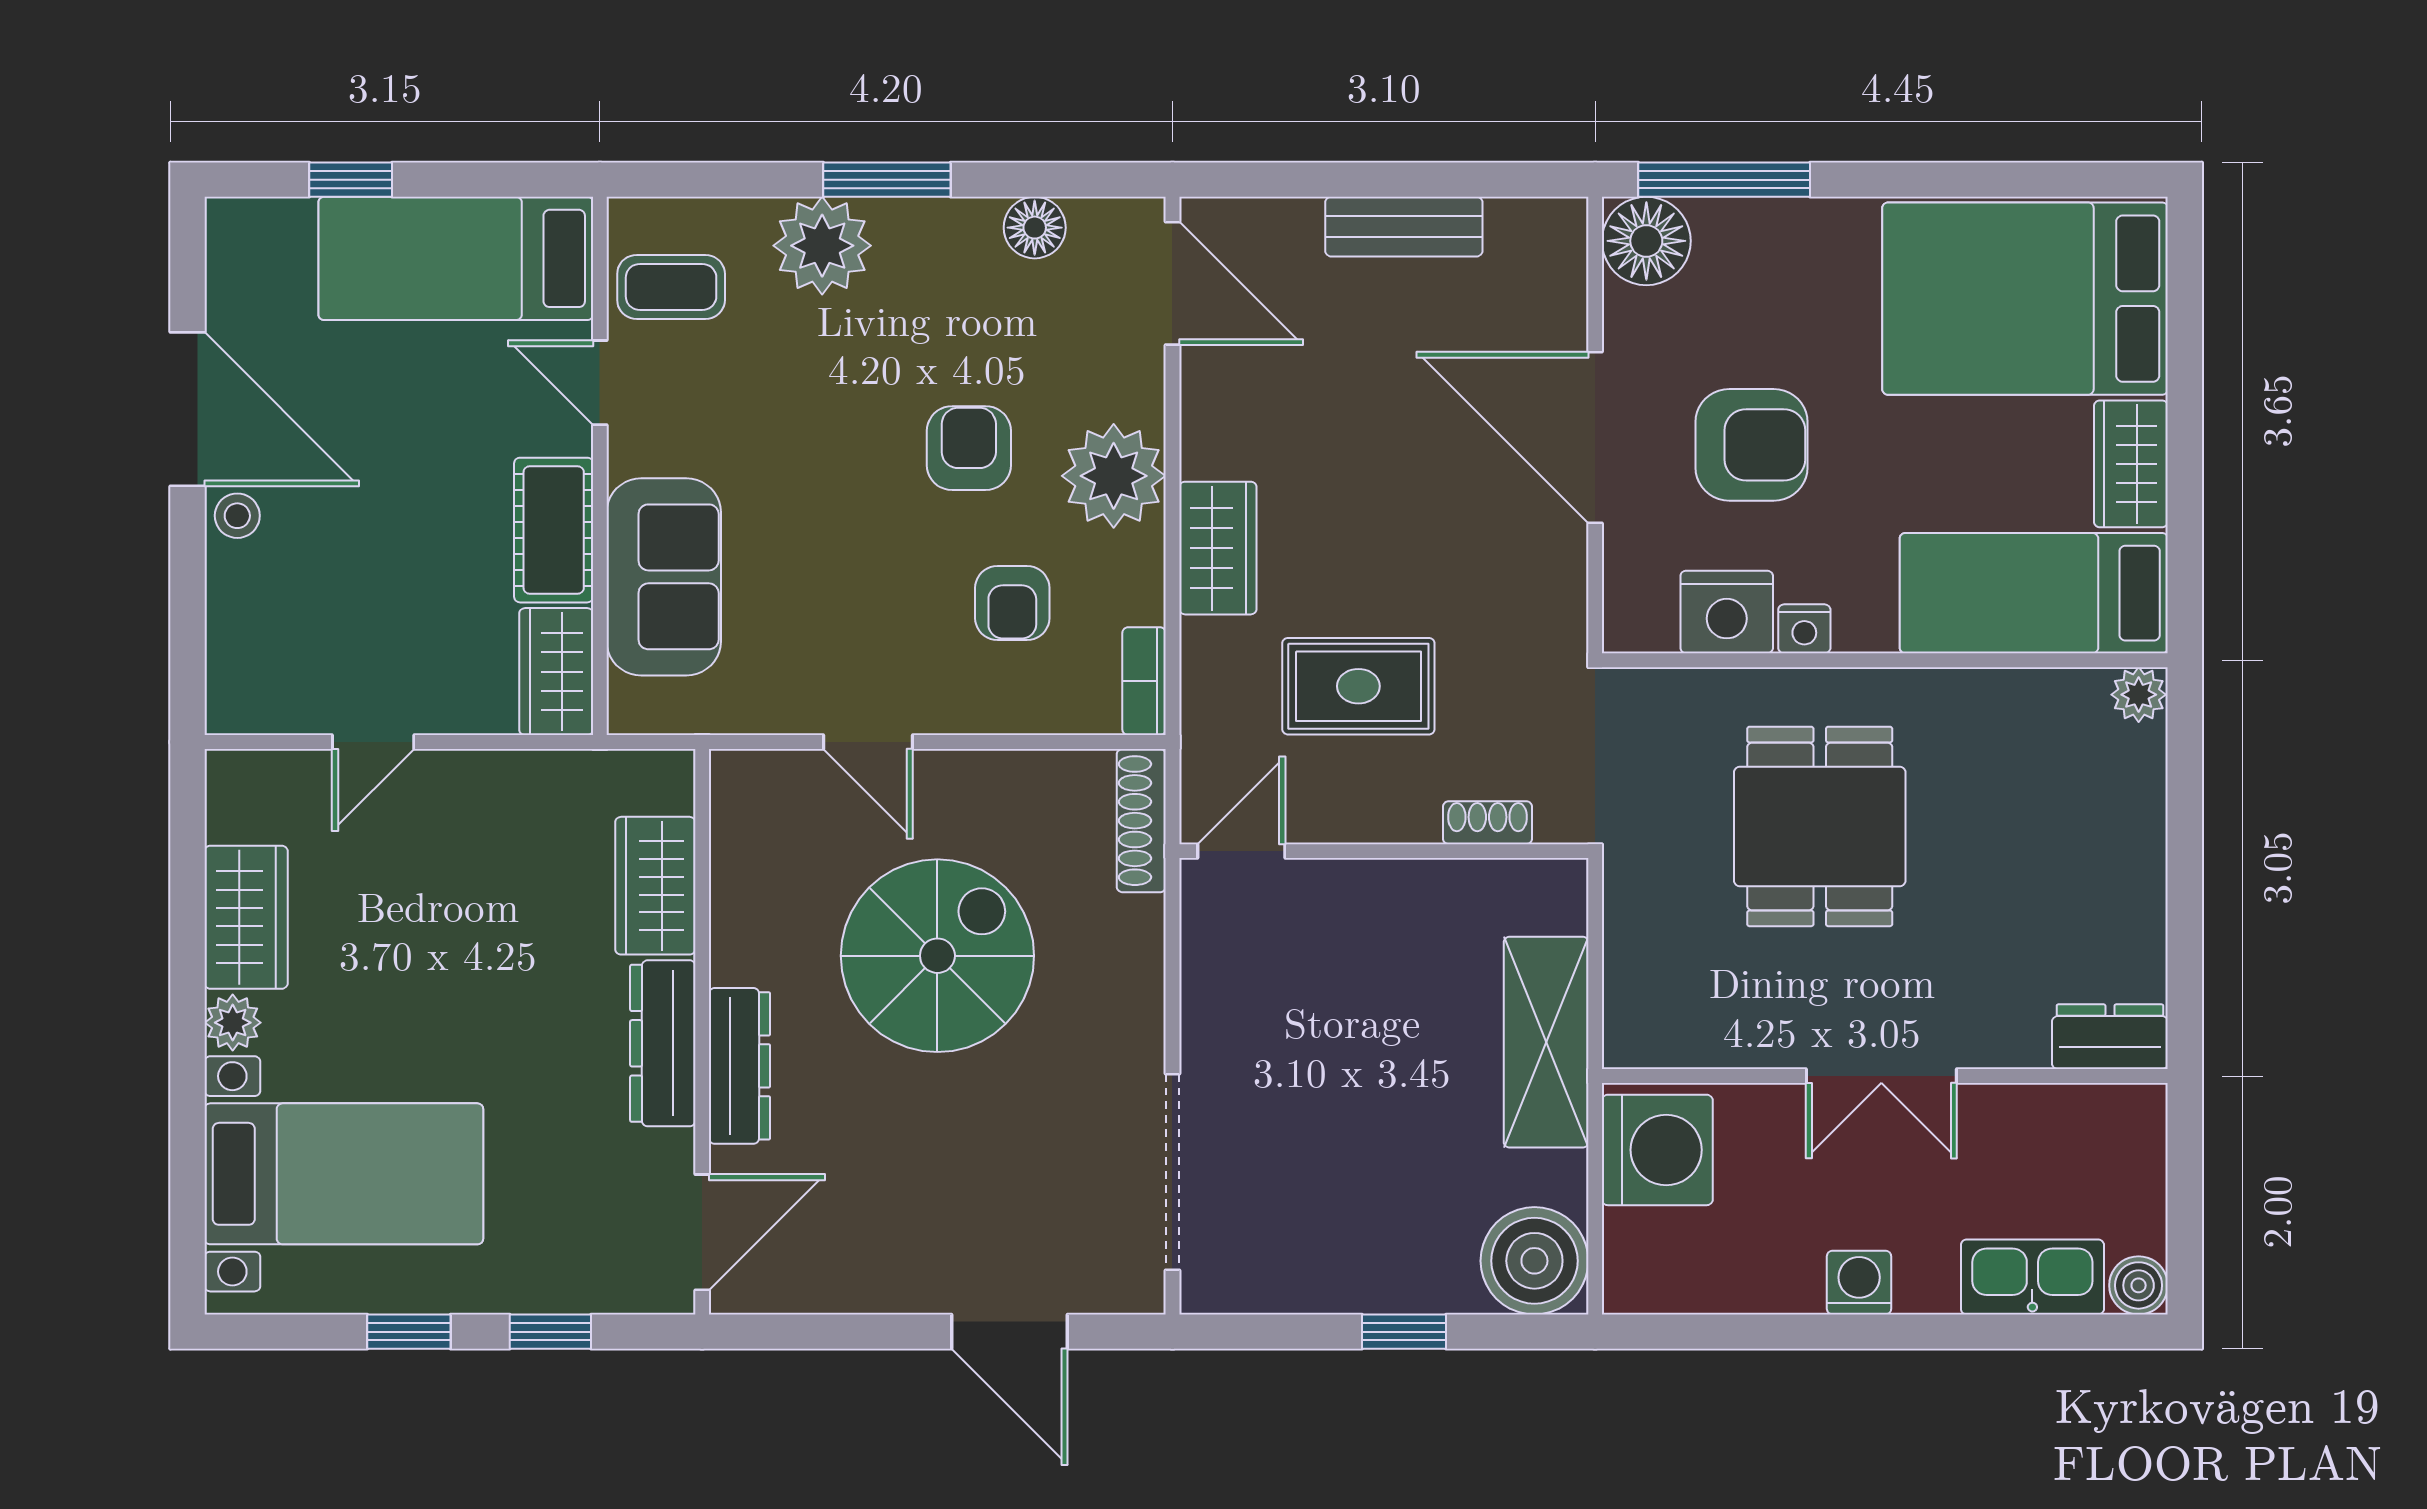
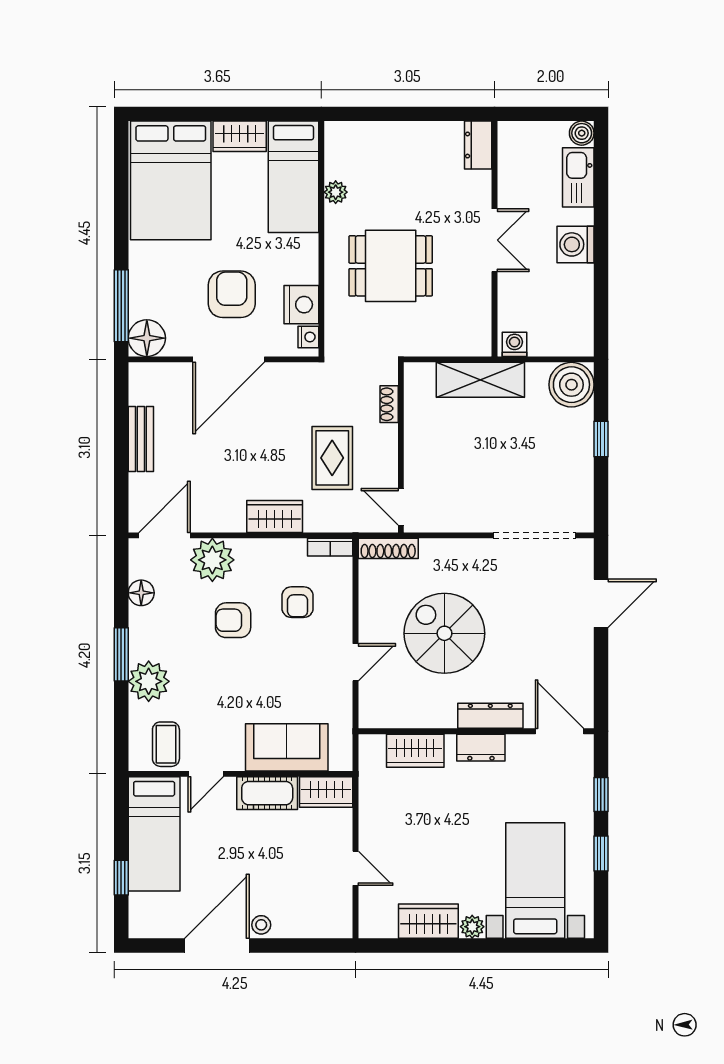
plant: (1114, 476) -> (212, 560), moved
armchair: (1012, 603) -> (298, 602), turned 90
nightstand: (1804, 629) -> (308, 337), moved
plant: (2139, 695) -> (336, 192), moved
dresser: (663, 1043) -> (481, 748), width x0.70
washing machine: (1657, 1150) -> (514, 344), width x0.53, depth x0.53
washing machine: (1859, 1283) -> (575, 244), width x1.38, depth x1.38

